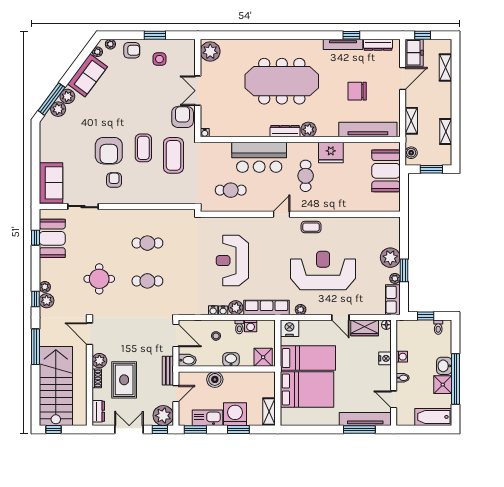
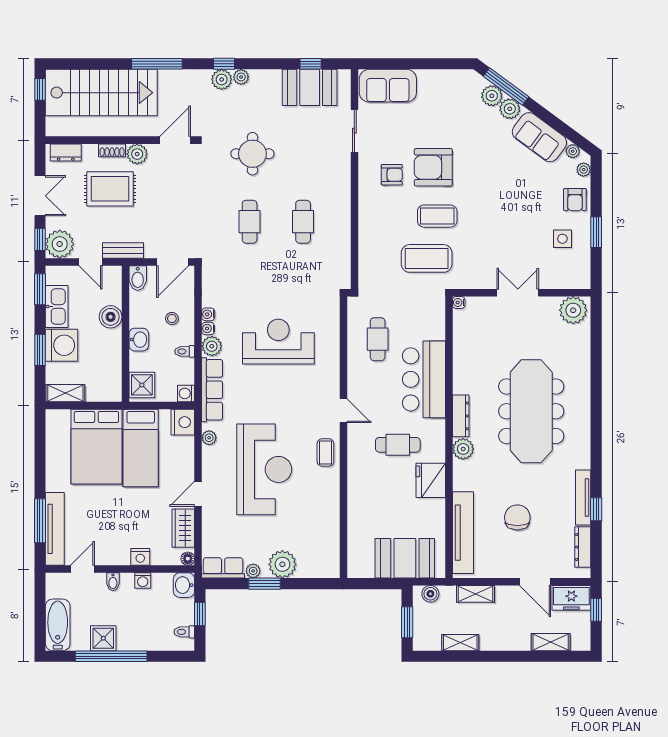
armchair: (183, 117) -> (481, 271), removed
washing machine: (251, 326) -> (186, 393), moved
washbasin: (444, 366) -> (184, 585), moved, turned -90

